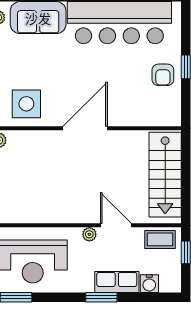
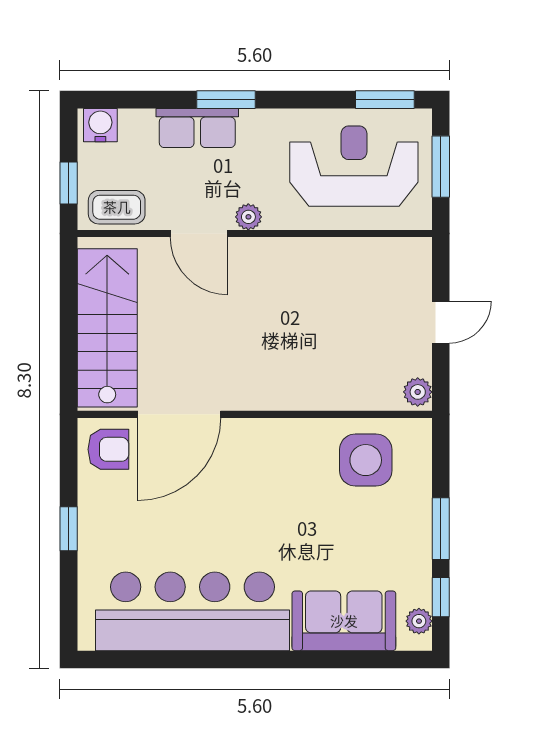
armchair: (163, 75) -> (108, 449), moved, turned 90
door: (85, 128) -> (179, 414), moved
water cooler: (149, 284) -> (100, 125), moved

